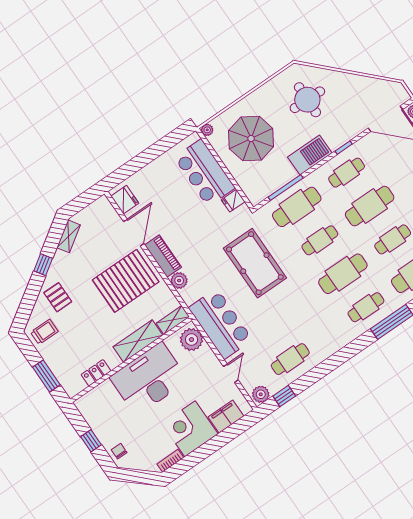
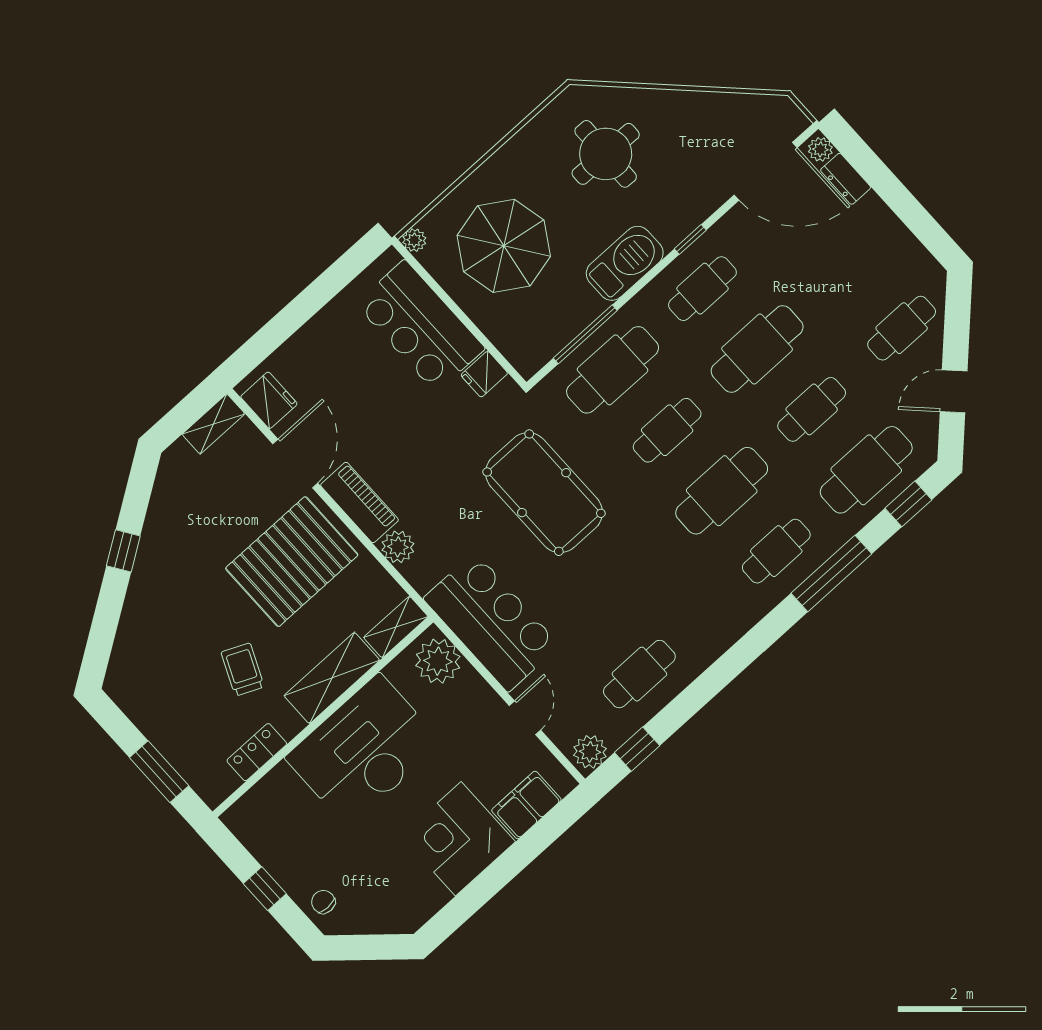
shelving: (69, 236) -> (213, 424), moved, turned 34
pallet: (58, 297) -> (161, 612), removed
trolley: (44, 332) -> (243, 670), moved, turned -66
bookcase: (170, 461) -> (427, 907), removed

